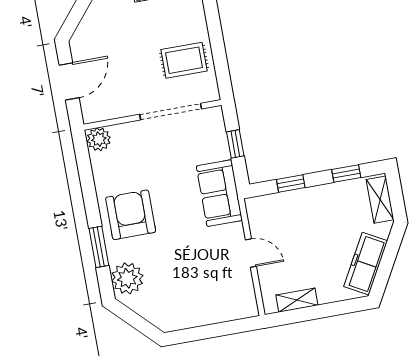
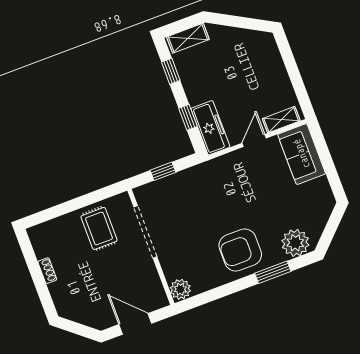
sofa: (219, 193) -> (302, 154), moved, turned 90
freezer: (366, 264) -> (210, 128), moved, turned -119
shelving: (297, 300) -> (281, 120), moved, turned 90

